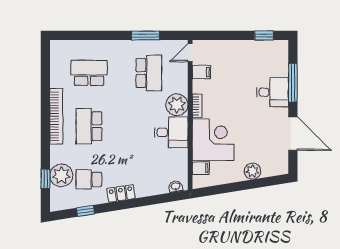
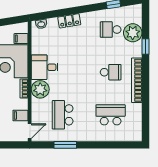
school desk: (89, 73) -> (111, 115), turned 180
school desk: (89, 126) -> (111, 72), width x0.54
window: (45, 179) -> (145, 46), moved
school desk: (89, 179) -> (111, 30), turned 180
locker: (121, 193) -> (69, 21), moved

